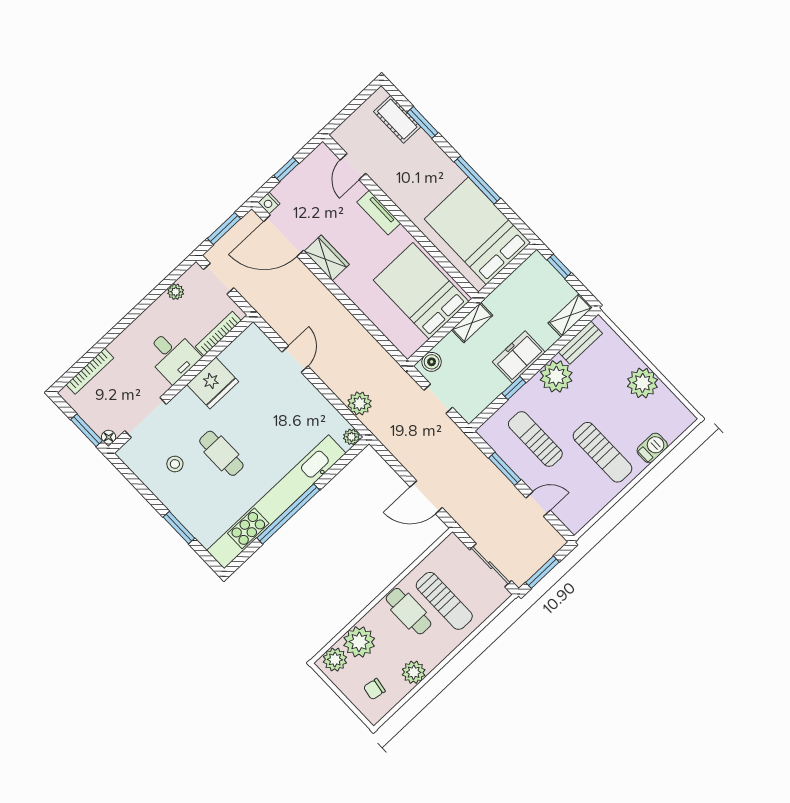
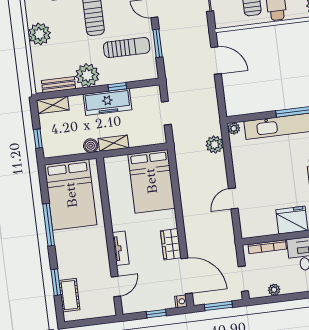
bed: (421, 291) -> (151, 181), moved
freezer: (519, 357) -> (107, 102), width x1.40
boiler: (432, 362) -> (91, 146), moved
sun lounger: (535, 439) -> (127, 48), turned -90

